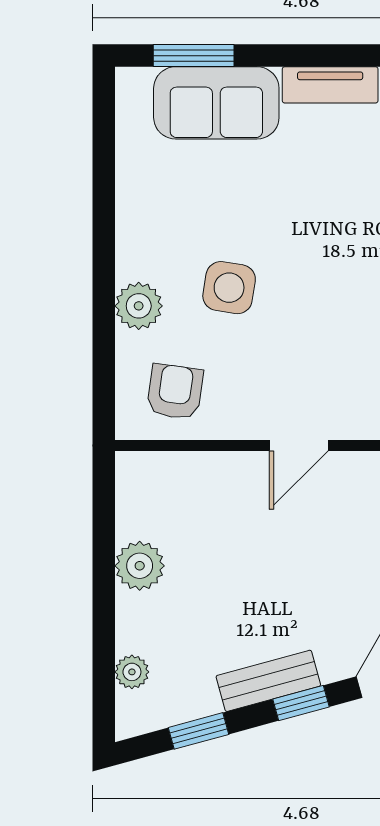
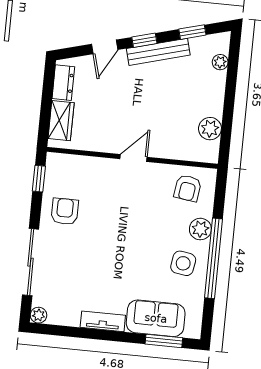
window: (104, 245) -> (214, 258), added
side table: (229, 288) -> (183, 263), moved
plant: (140, 566) -> (210, 129), moved
bench: (268, 681) -> (158, 52), width x1.36

